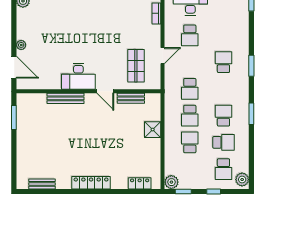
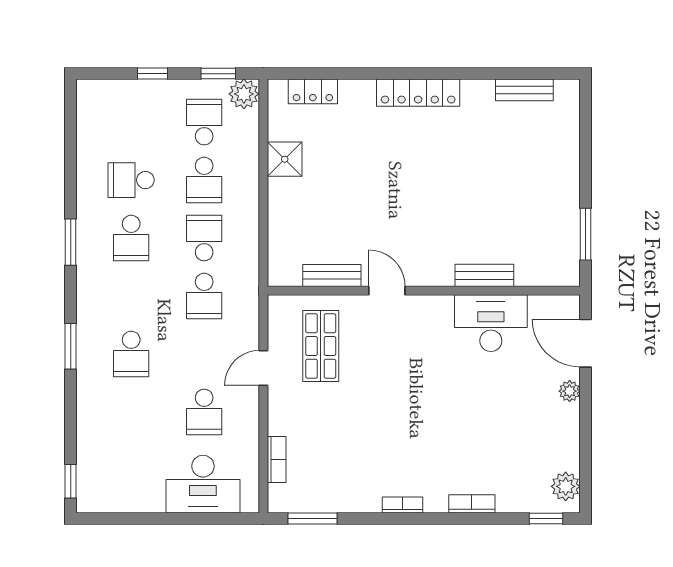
school desk: (190, 35) -> (204, 412), turned 180
desk: (78, 76) -> (491, 323), moved
school desk: (190, 89) -> (204, 296), turned 180
bench: (65, 98) -> (484, 275), width x0.73
shower: (153, 130) -> (285, 159), moved
school desk: (223, 169) -> (204, 122), moved
plant: (242, 180) -> (91, 100), removed

